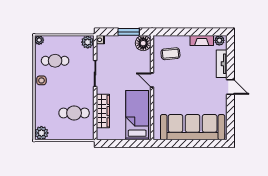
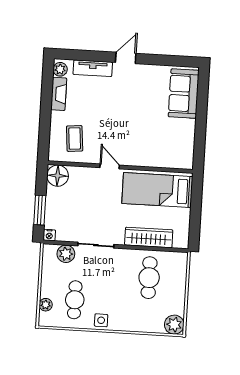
window: (129, 32) -> (40, 210), moved
plant: (39, 40) -> (46, 305), moved
plant: (88, 42) -> (66, 254), moved
door: (152, 80) -> (110, 166), swing flipped
sofa: (193, 127) -> (184, 94), width x0.54, depth x0.79

